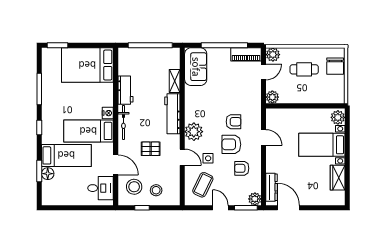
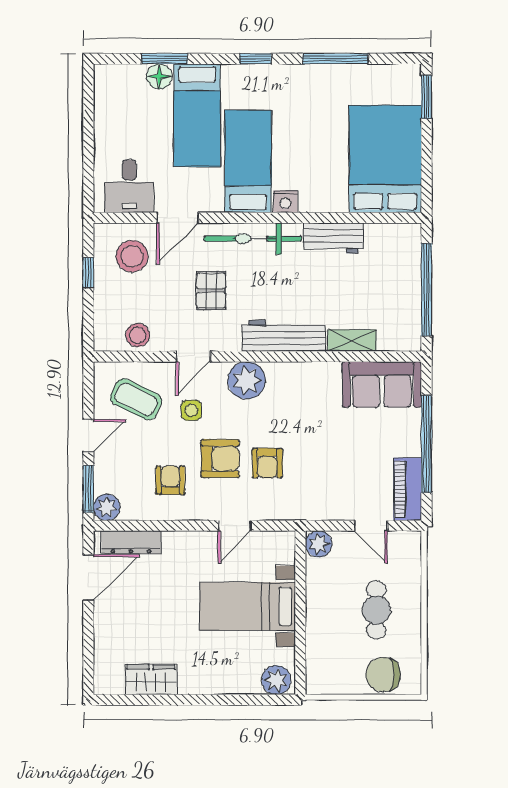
plant: (273, 55) -> (407, 545), removed
bicycle: (123, 122) -> (253, 239), width x1.37, depth x1.40
armchair: (231, 144) -> (220, 459), turned 90
bed with nightstands: (322, 145) -> (248, 606), moved, turned -90
stool: (156, 190) -> (138, 335), moved

